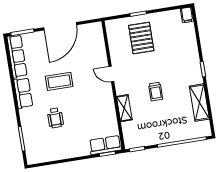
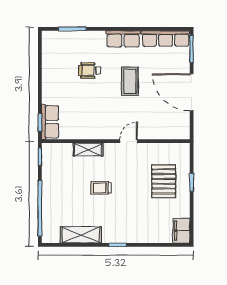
filing cabinet: (187, 15) -> (181, 231), width x2.00
pallet: (141, 38) -> (164, 181), turned 90

